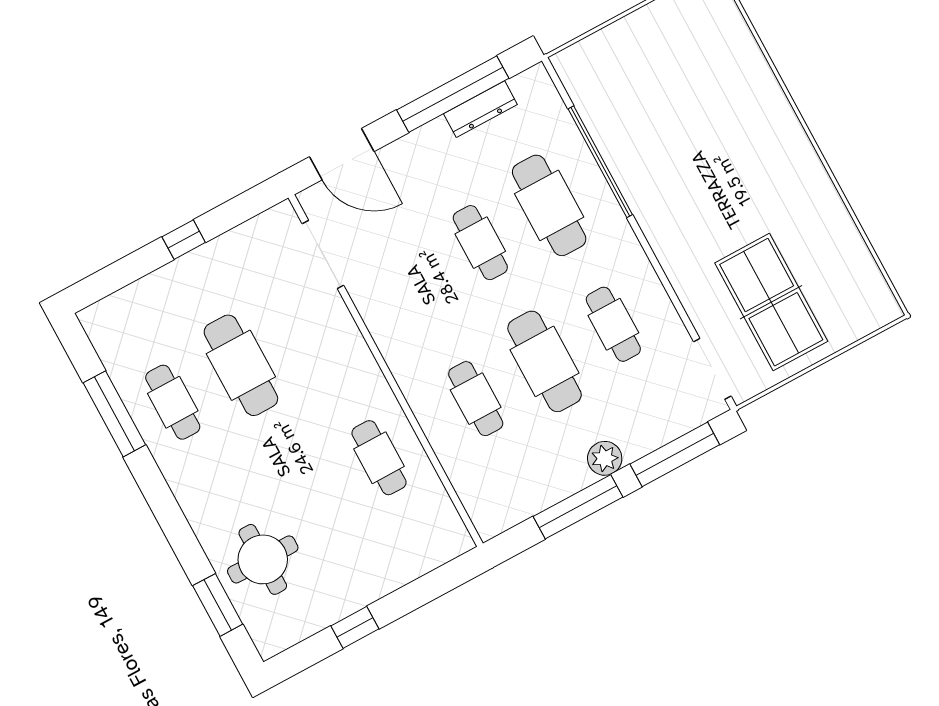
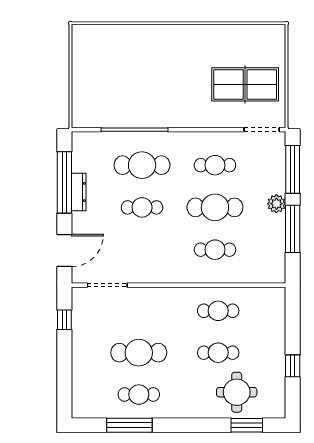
dresser: (480, 109) -> (79, 192), moved
window: (184, 240) -> (64, 320), moved
cafe table: (311, 495) -> (218, 353), added

